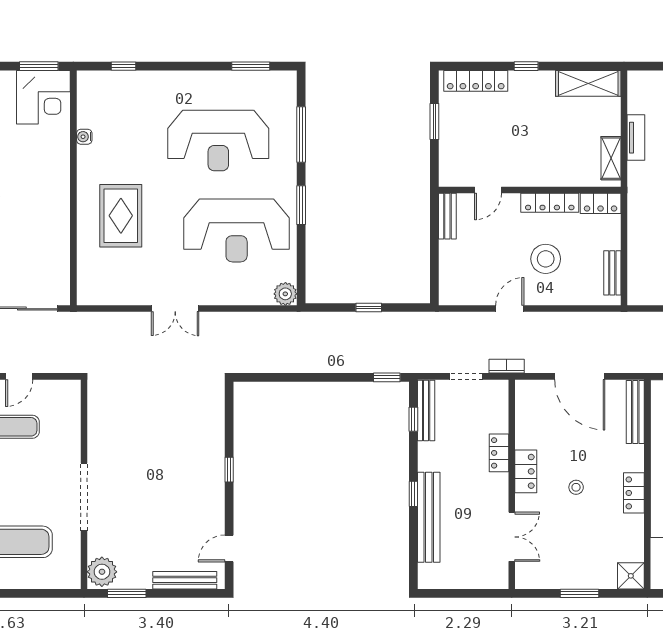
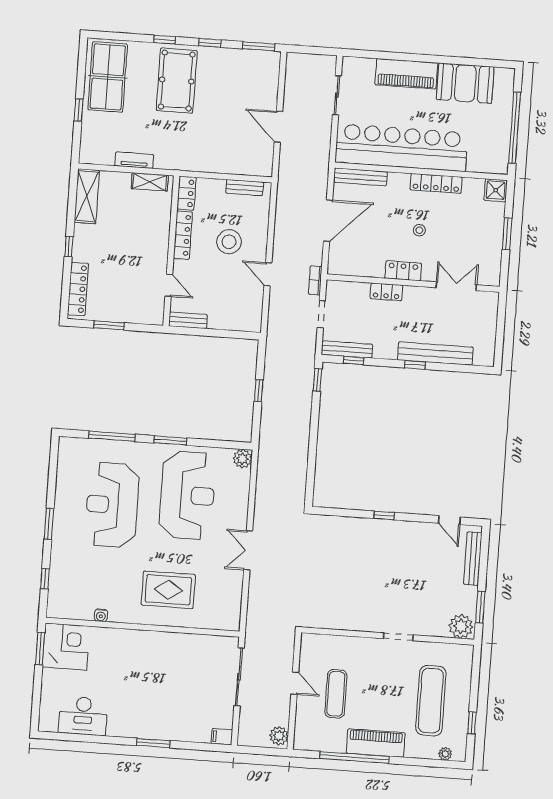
window: (251, 66) -> (49, 524), moved
reception desk: (218, 141) -> (112, 505), turned 180
double door: (175, 309) -> (248, 550), swing flipped
locker: (634, 493) -> (436, 183), width x1.53
doorway: (84, 497) -> (398, 637), width x0.53

